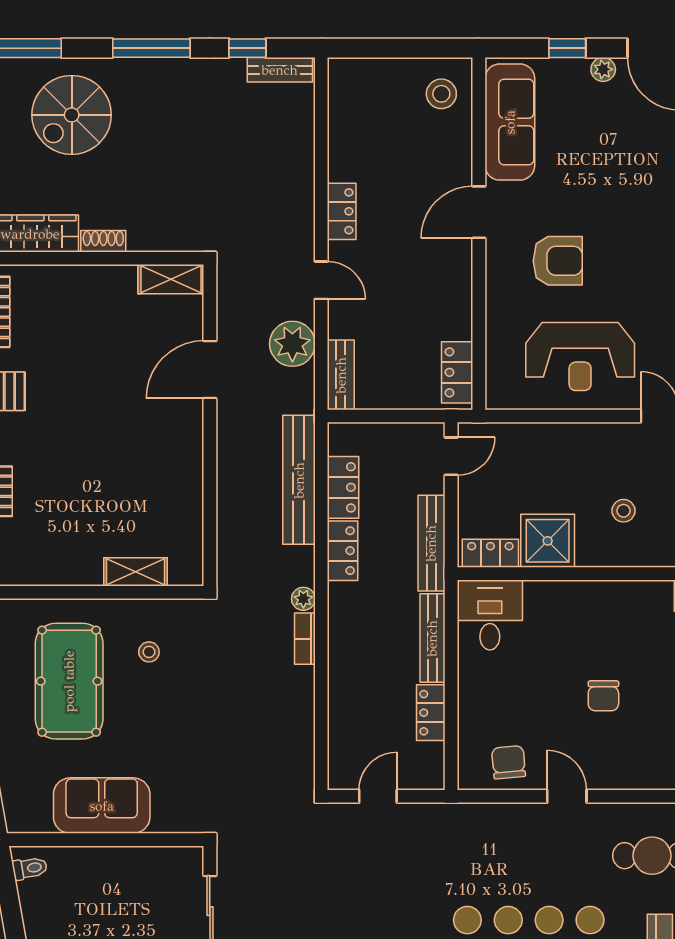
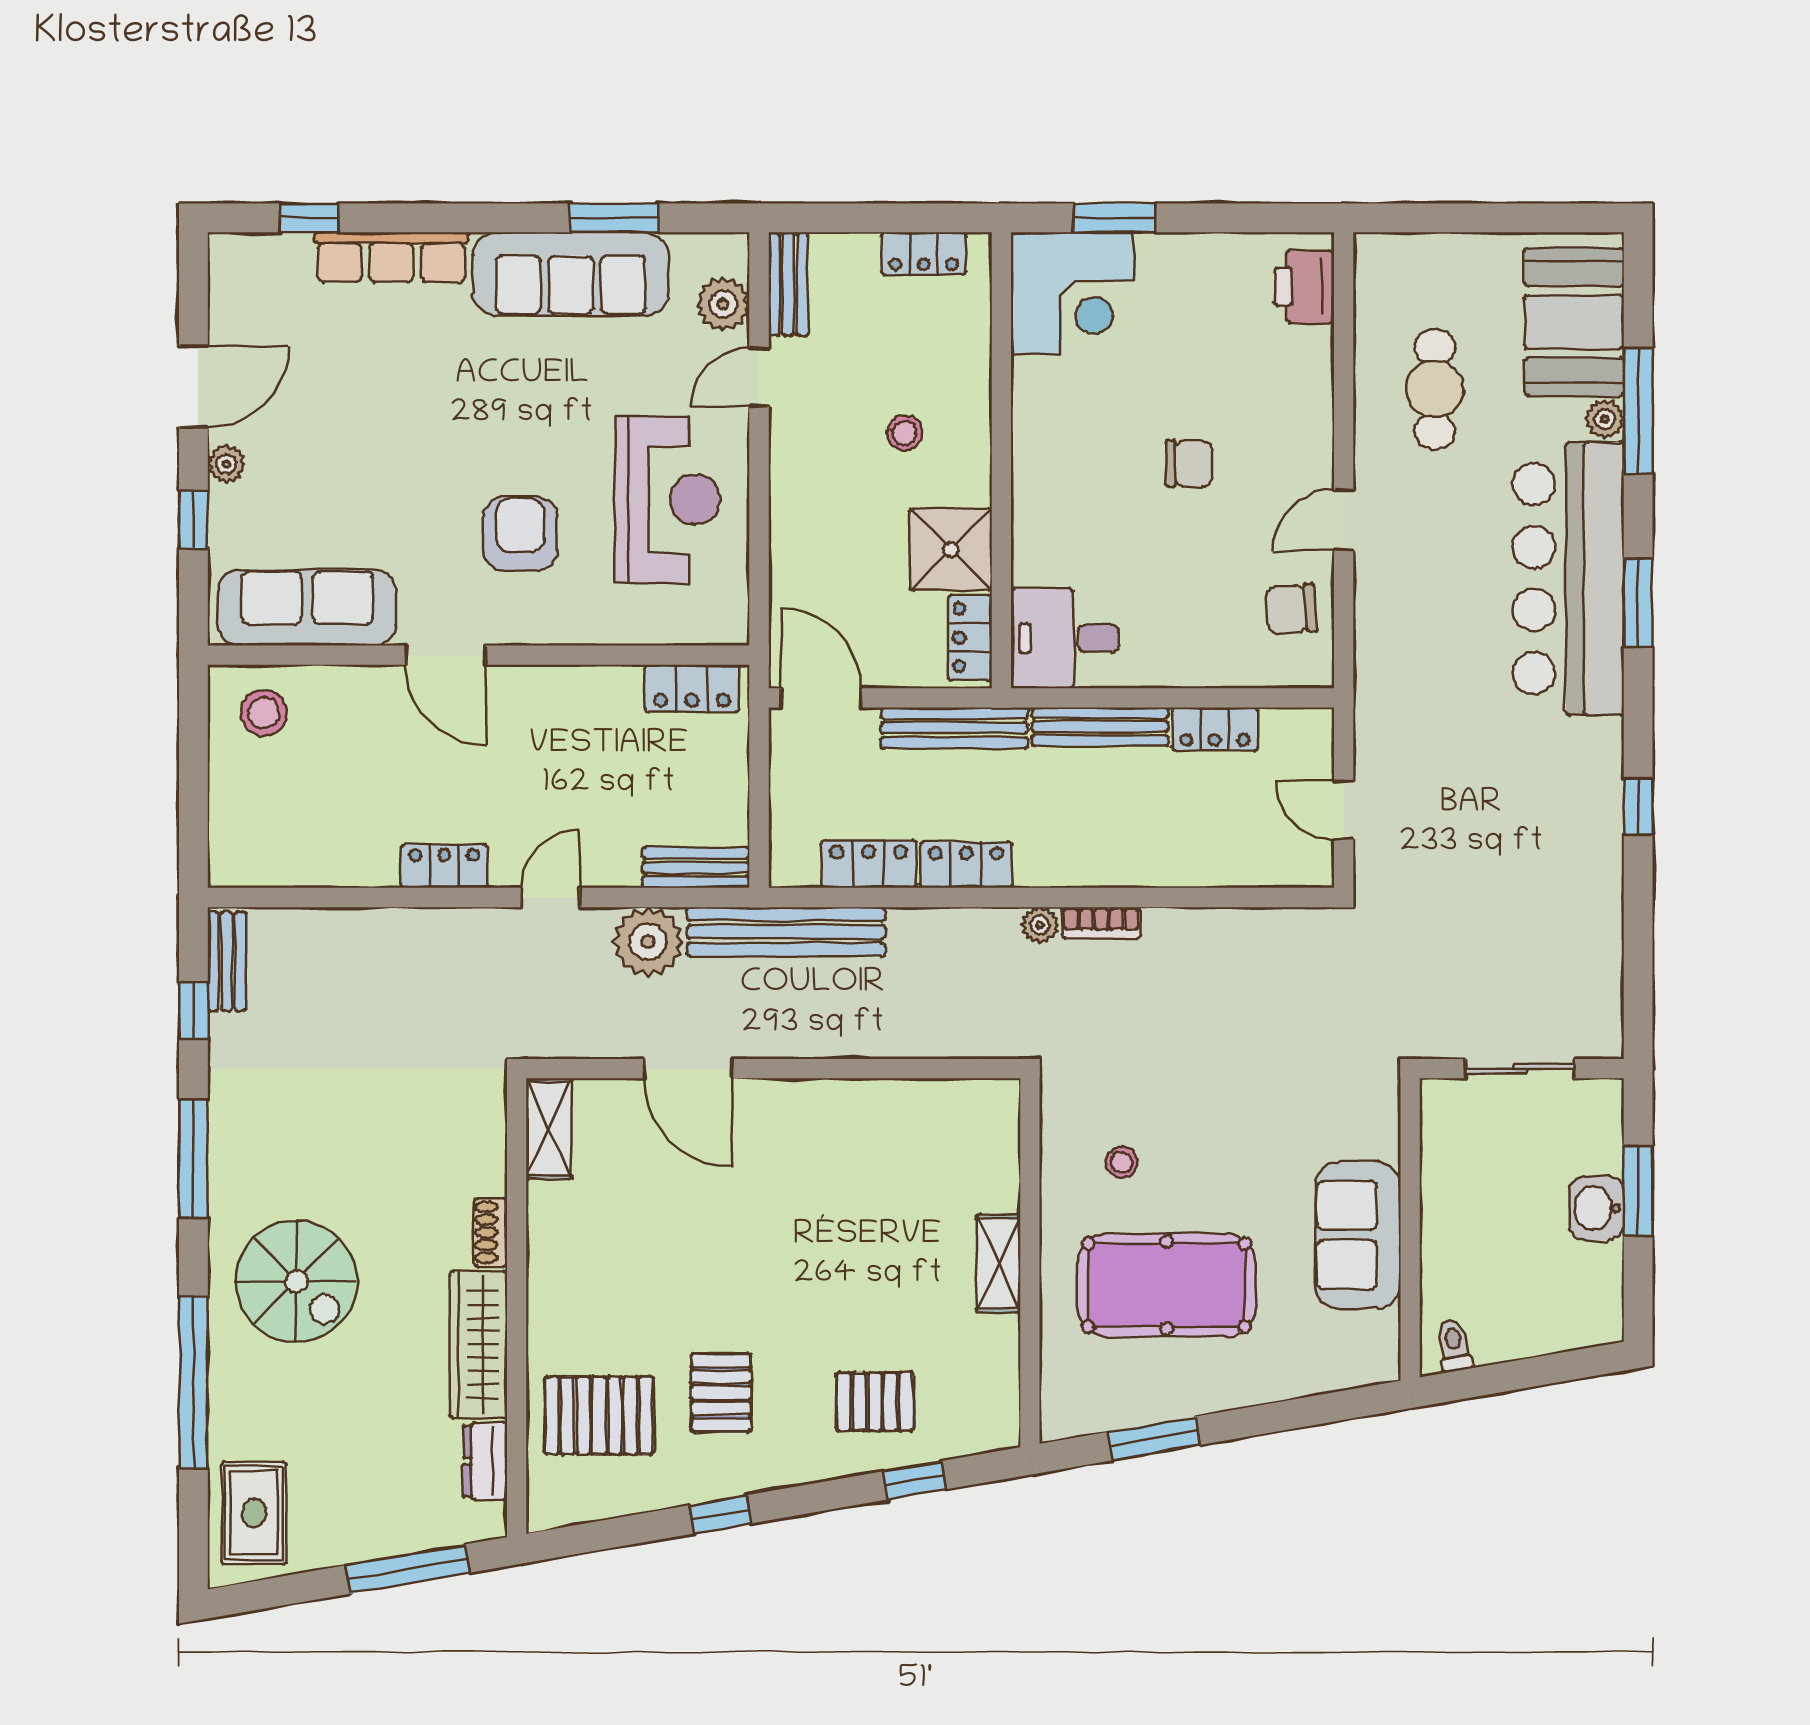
door: (451, 456) -> (821, 698), width x1.38
bench: (299, 480) -> (786, 932), moved
shelving: (136, 572) -> (998, 1264), moved

